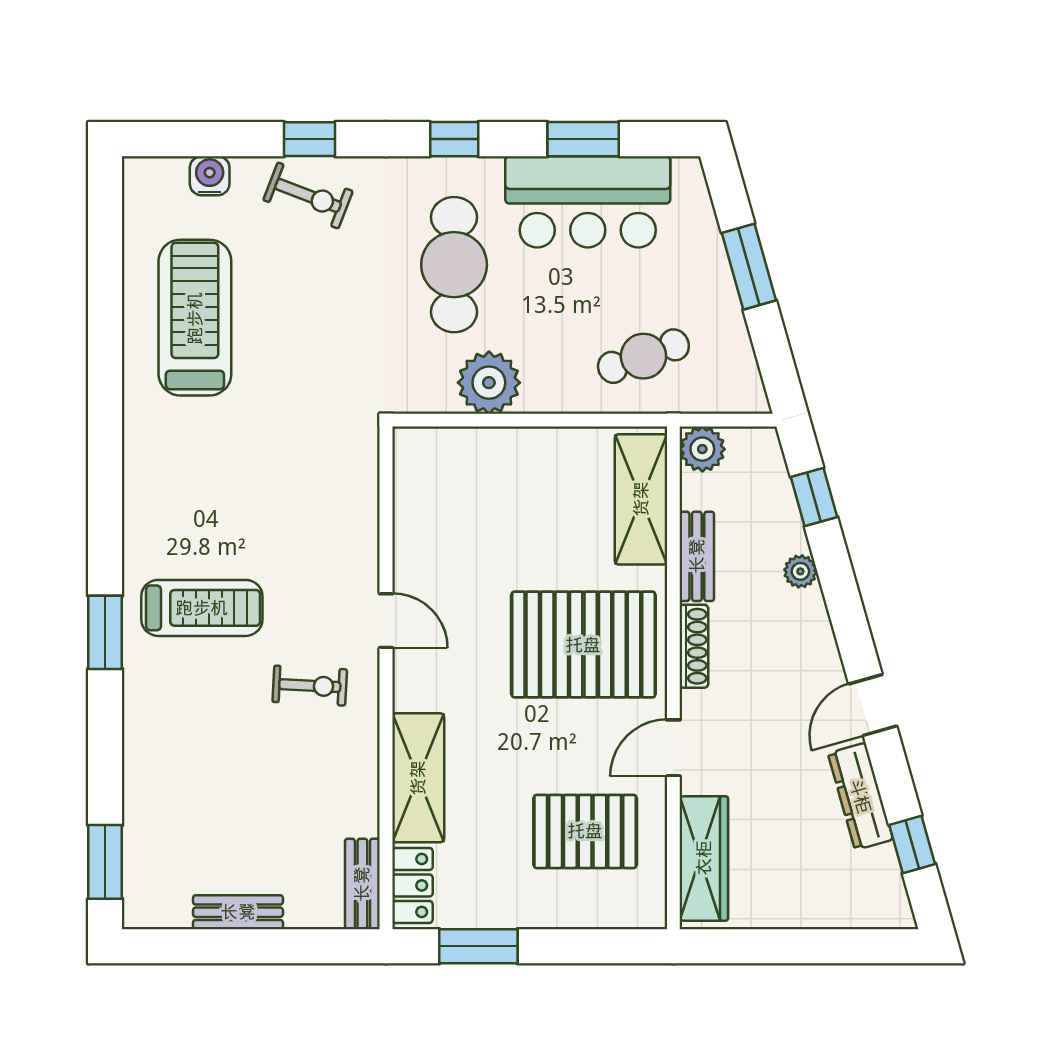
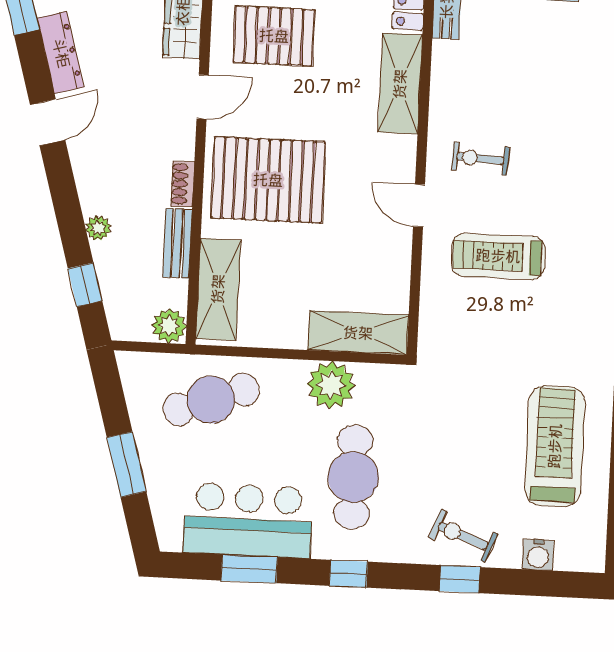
treadmill: (195, 318) -> (555, 446), turned 180
cafe table: (643, 356) -> (211, 400), width x1.37, depth x1.35
shelving: (457, 452) -> (358, 333), added
treadmill: (202, 608) -> (498, 256), moved
shoe rack: (694, 646) -> (183, 184), width x0.70

